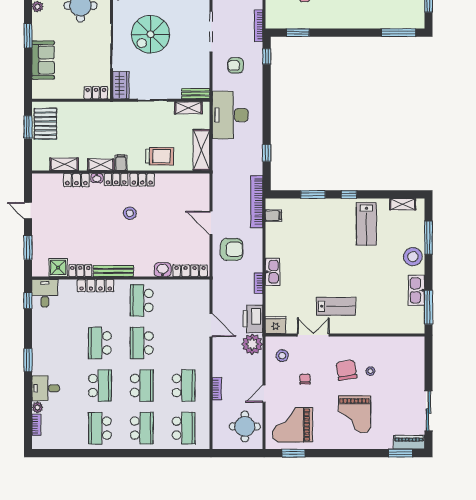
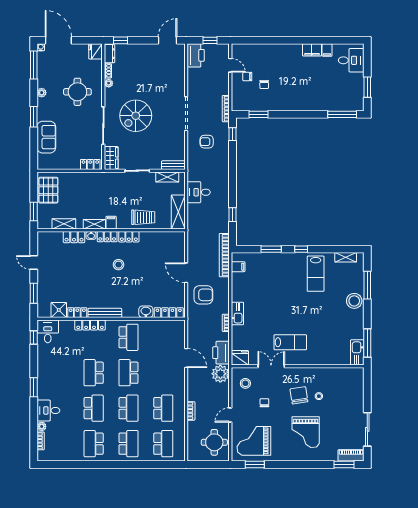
desk: (230, 115) -> (199, 192), width x0.53, depth x0.77
window: (28, 127) -> (34, 212), moved
kitchen sink: (417, 290) -> (357, 352), moved
school desk: (142, 300) -> (128, 337), turned 180

